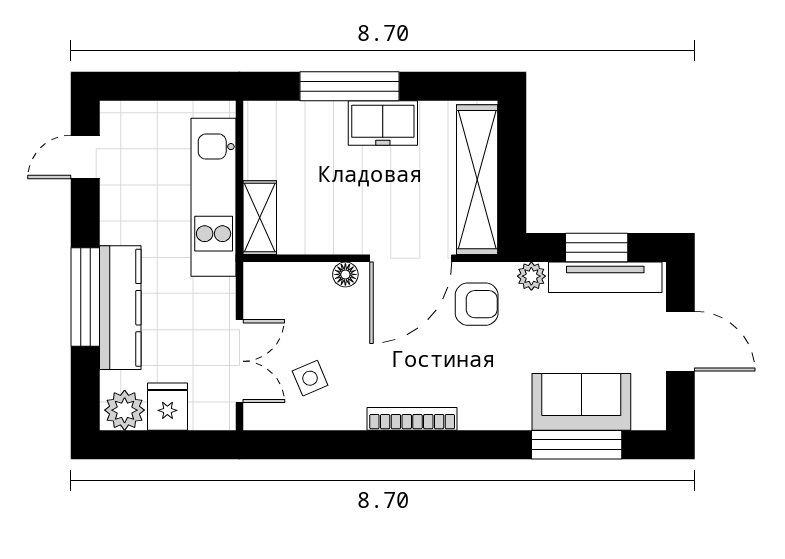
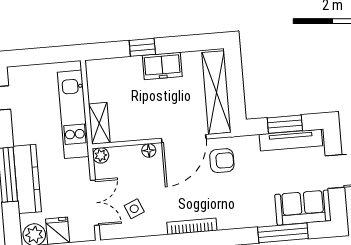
window: (349, 86) -> (142, 47), width x0.46
plant: (531, 276) -> (101, 155), moved
sofa: (581, 402) -> (303, 208), moved

